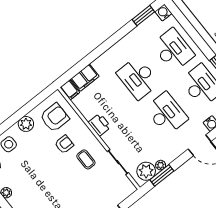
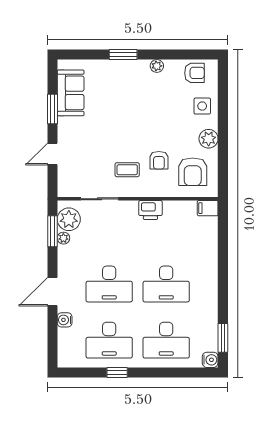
filing cabinet: (85, 78) -> (208, 232), removed
desk: (138, 78) -> (166, 284), turned 180

